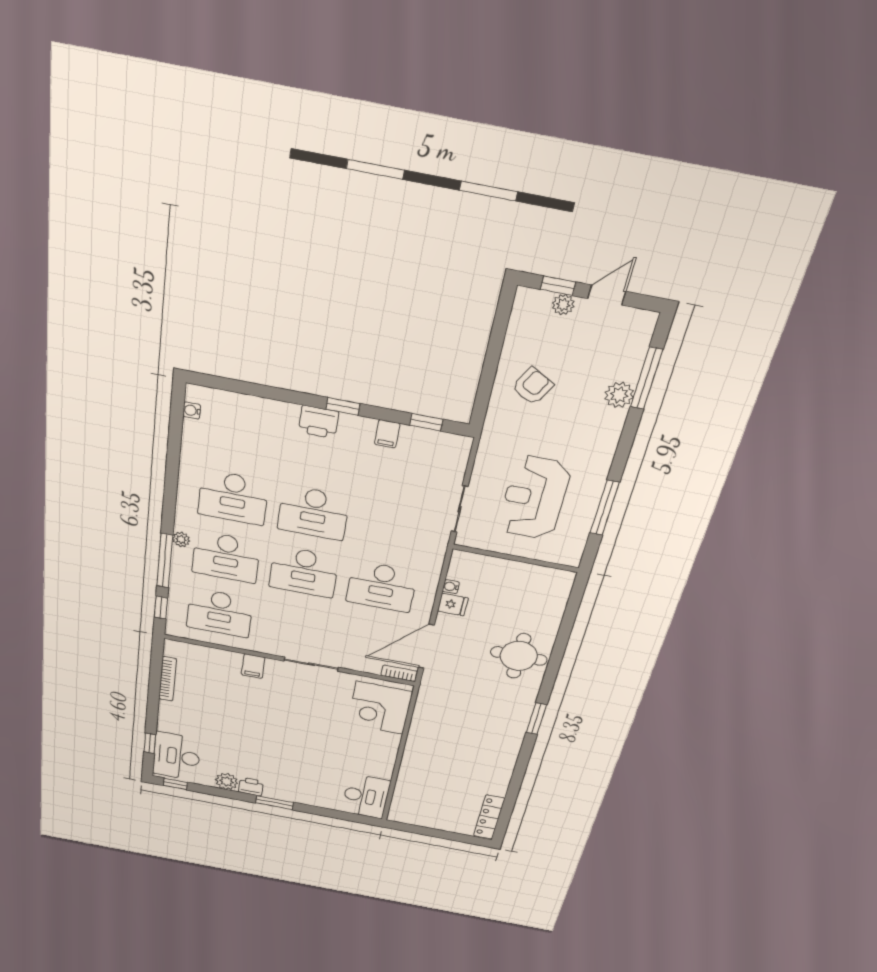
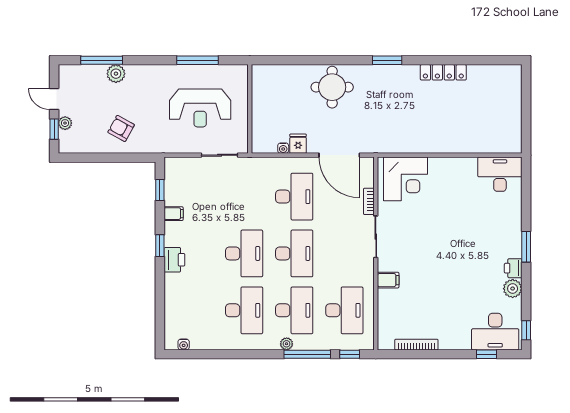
bookcase: (399, 673) -> (369, 201), moved
locker: (489, 817) -> (443, 72), moved

